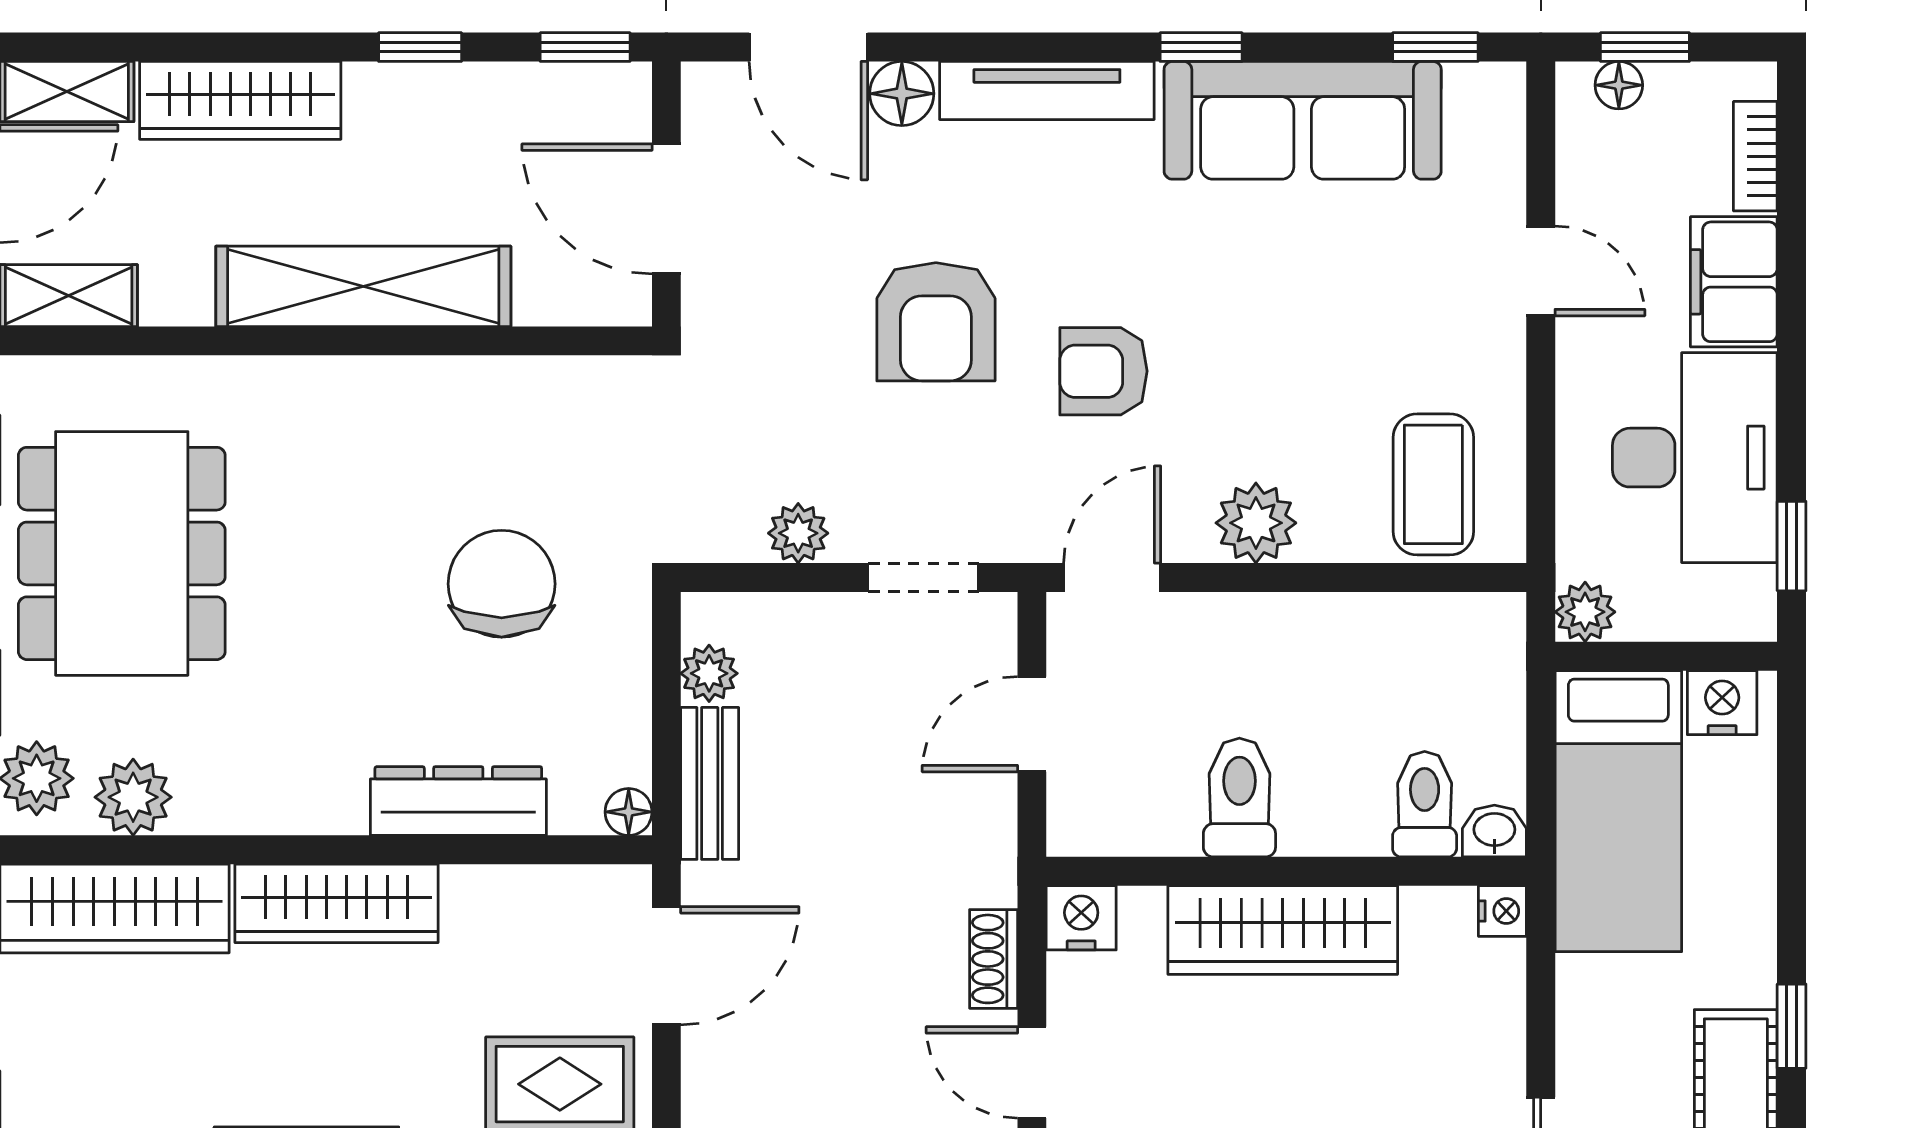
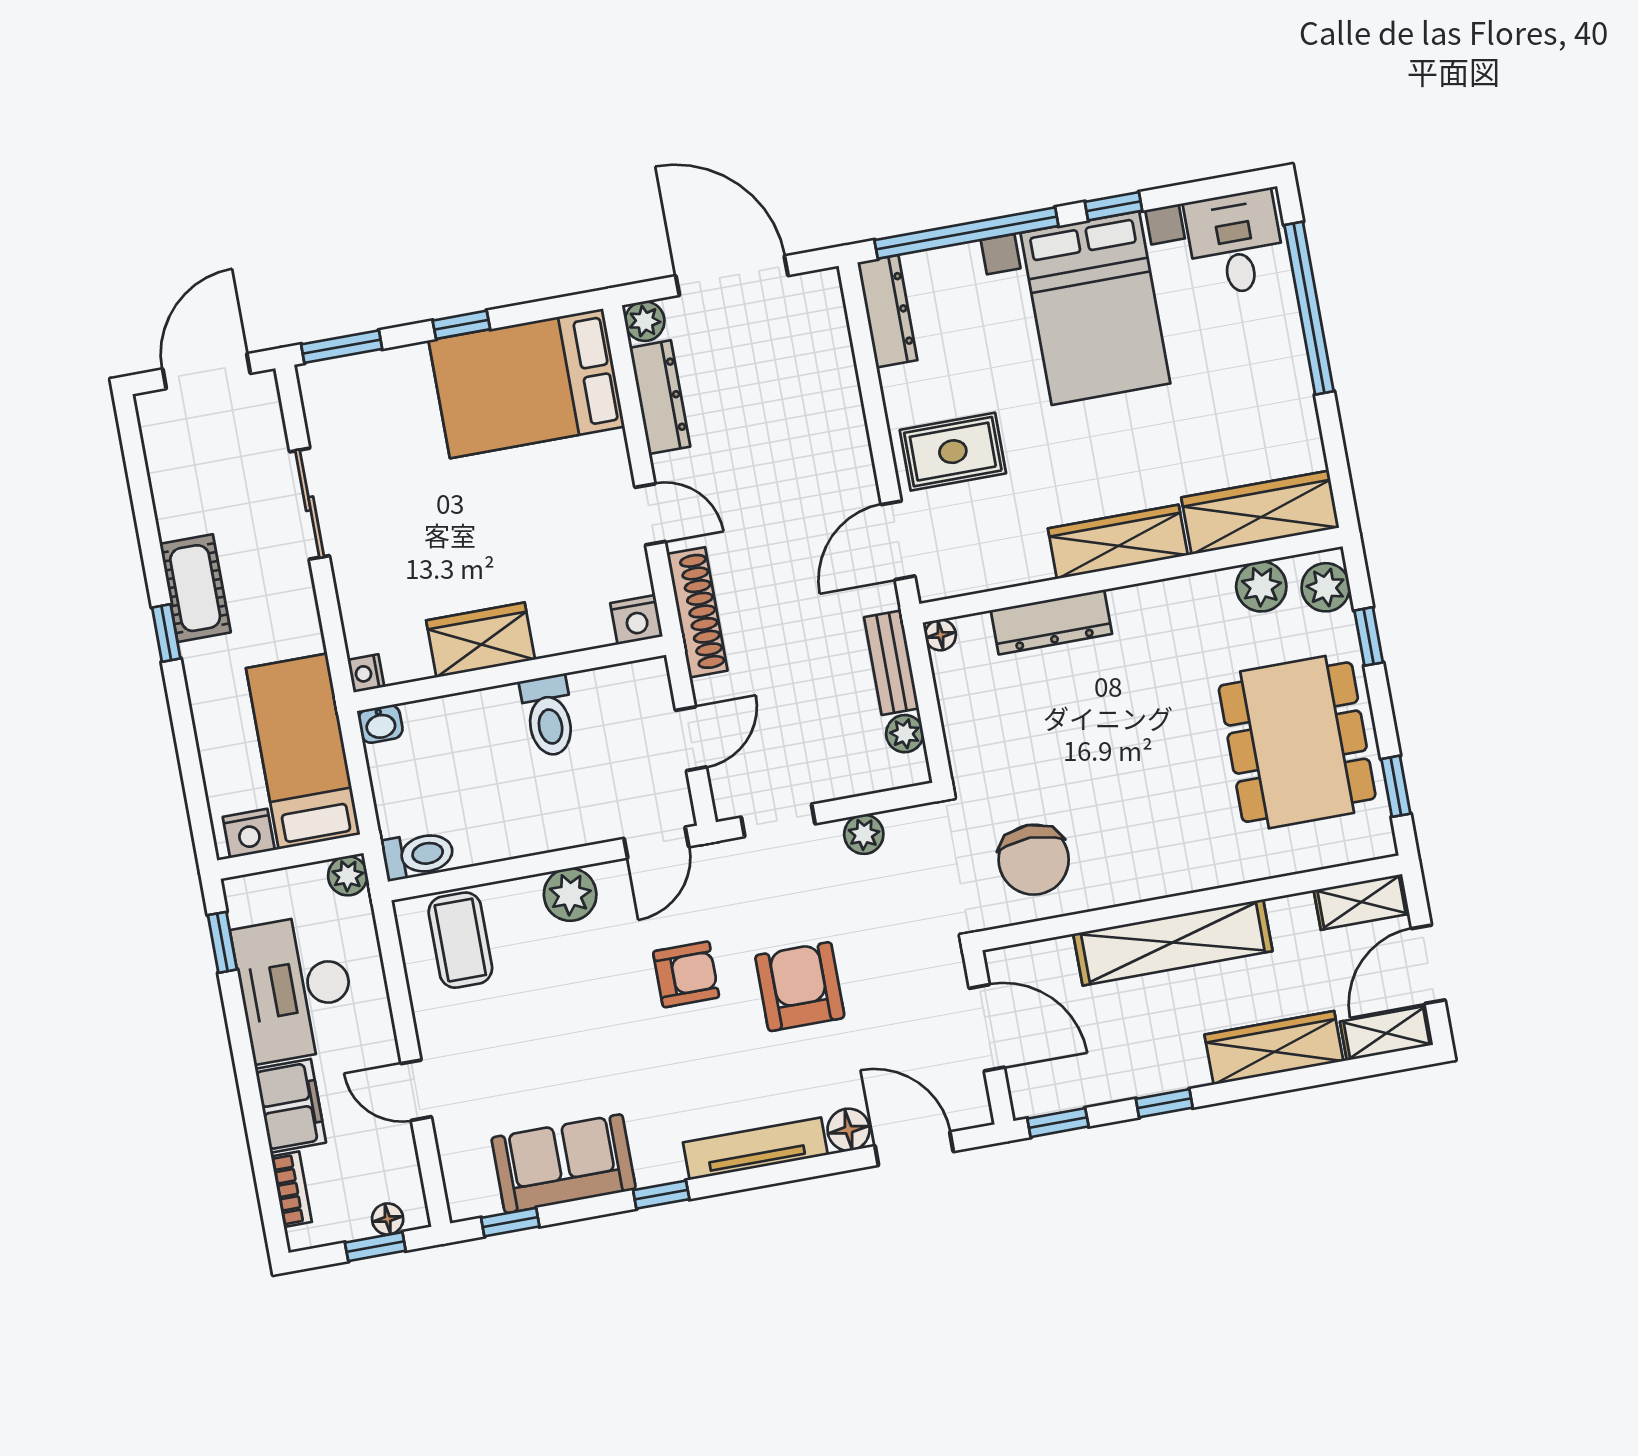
sofa: (1303, 120) -> (564, 1164), width x0.73
chair: (502, 584) -> (1034, 860), moved
toilet: (1425, 804) -> (418, 855), moved, turned -90
wardrobe: (1283, 930) -> (481, 640), width x0.67
shoe rack: (994, 959) -> (697, 612), width x1.94, depth x1.24

